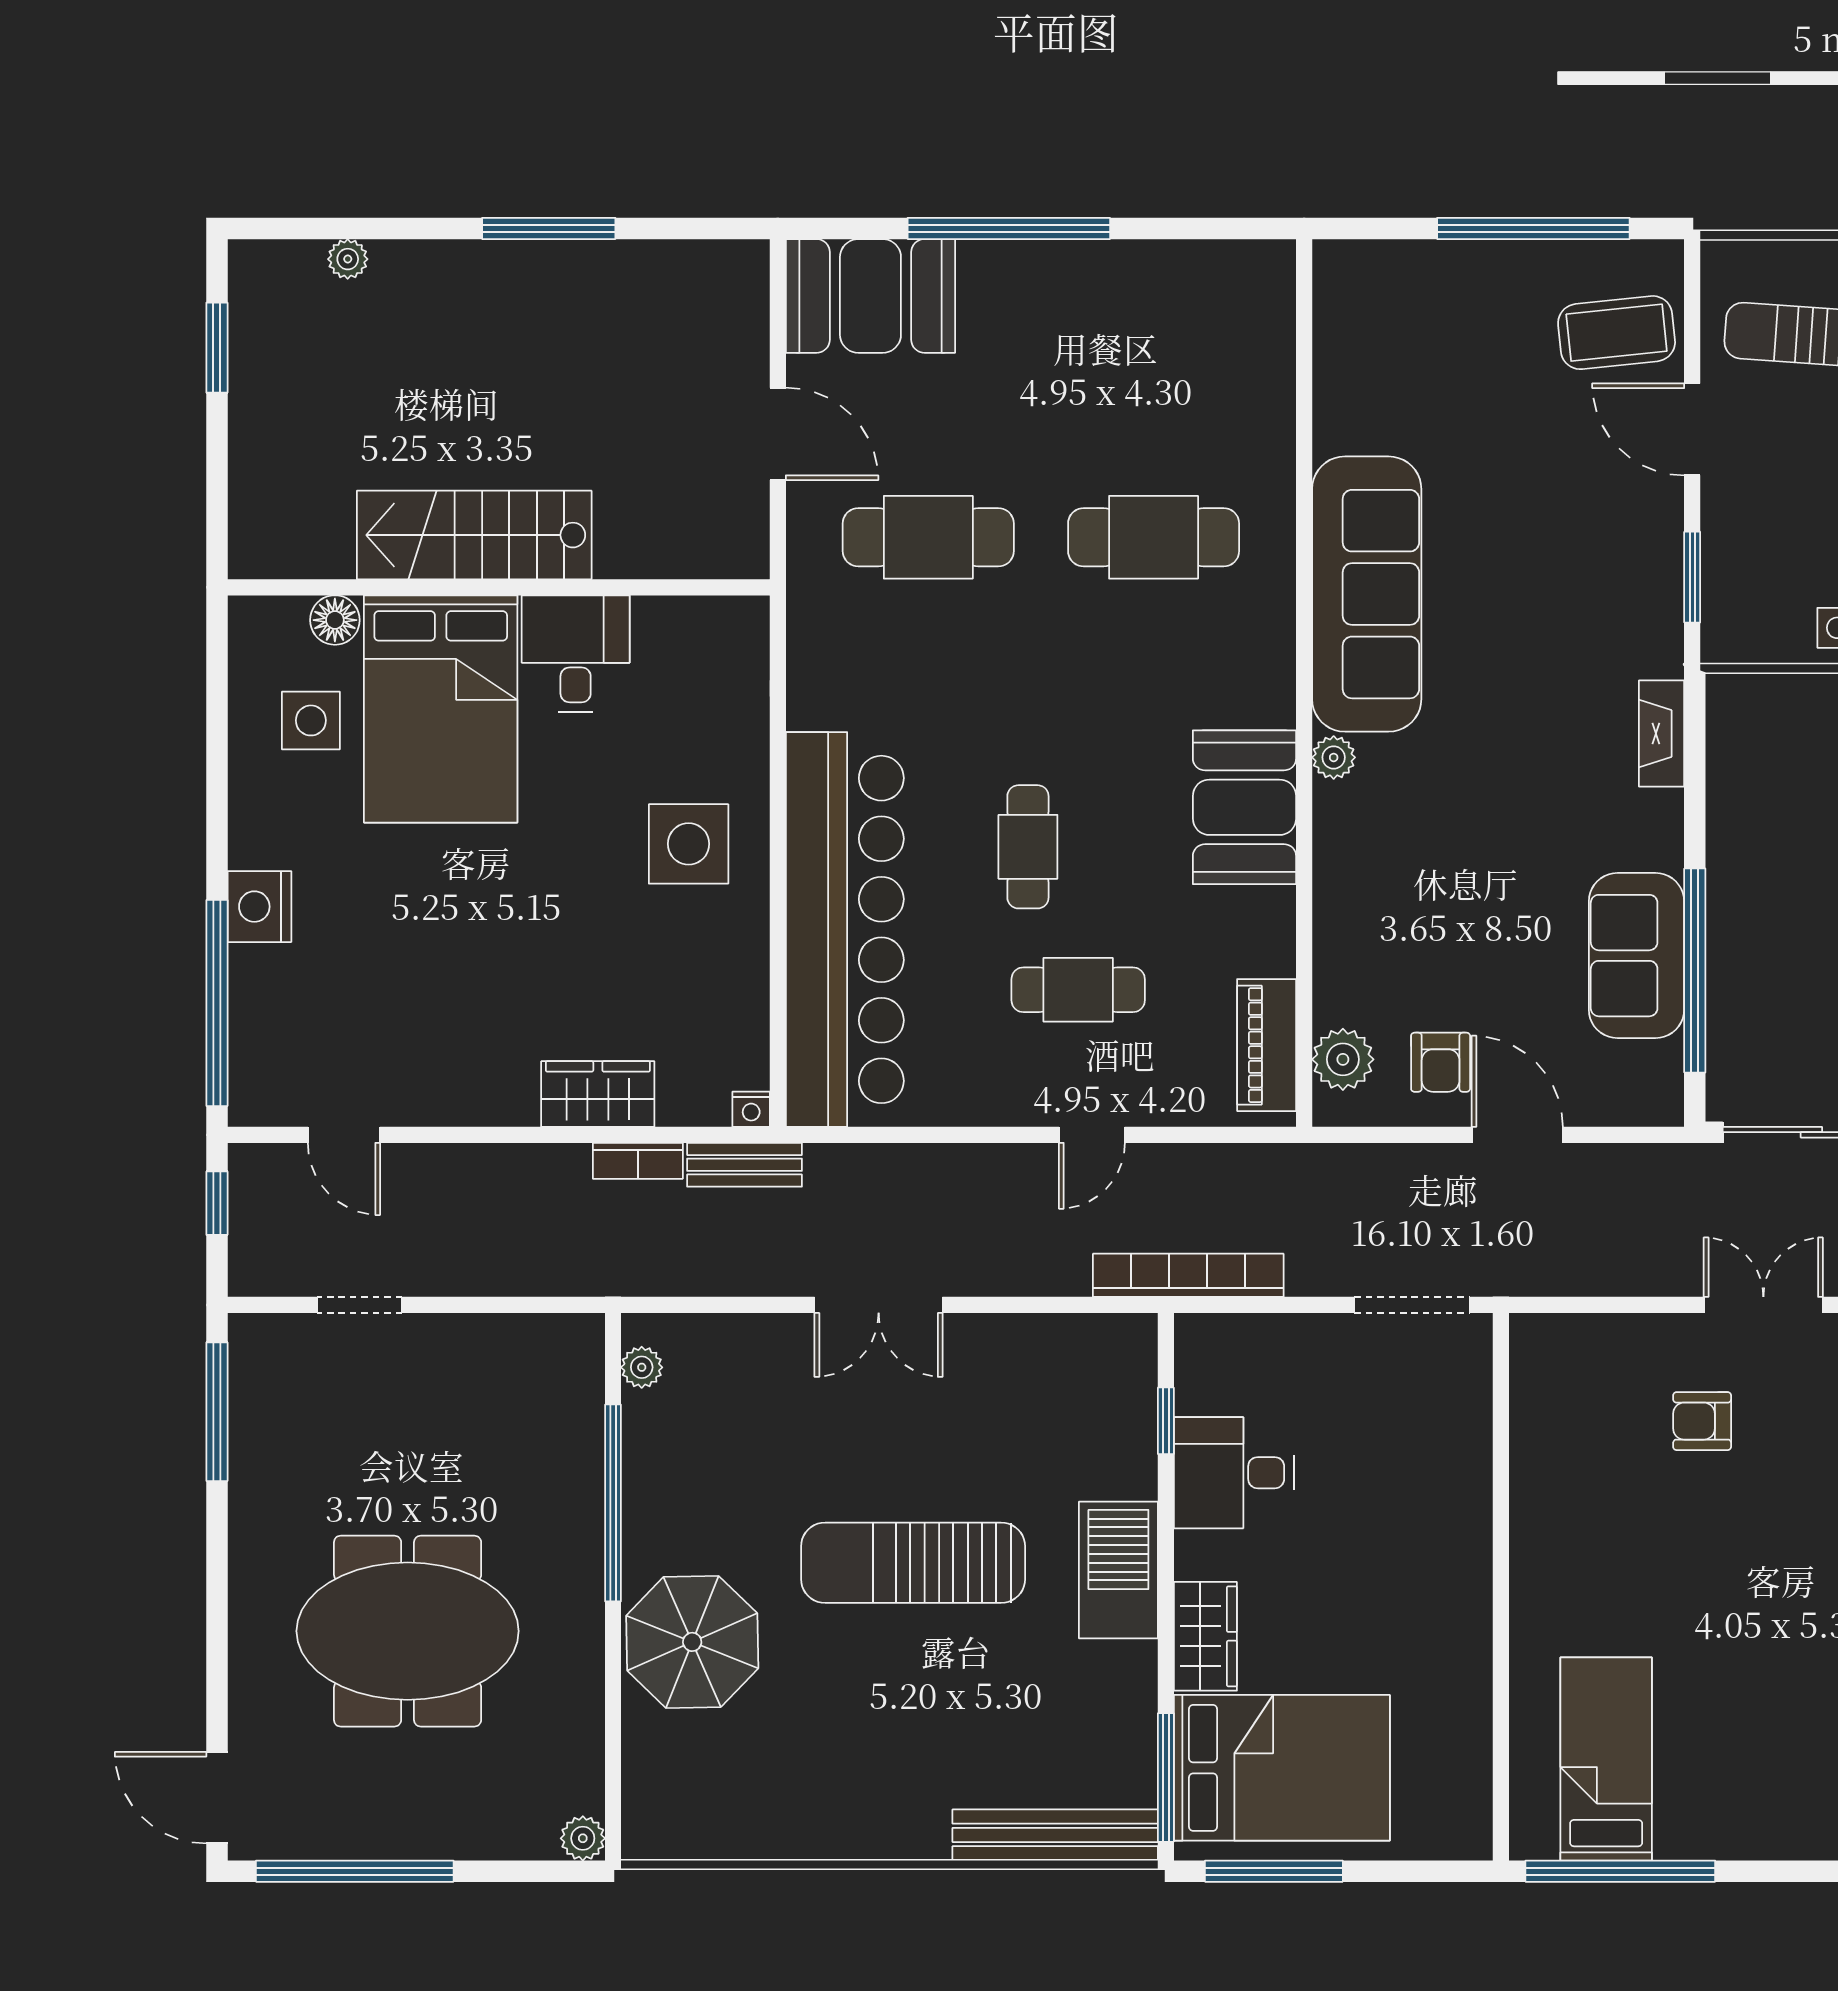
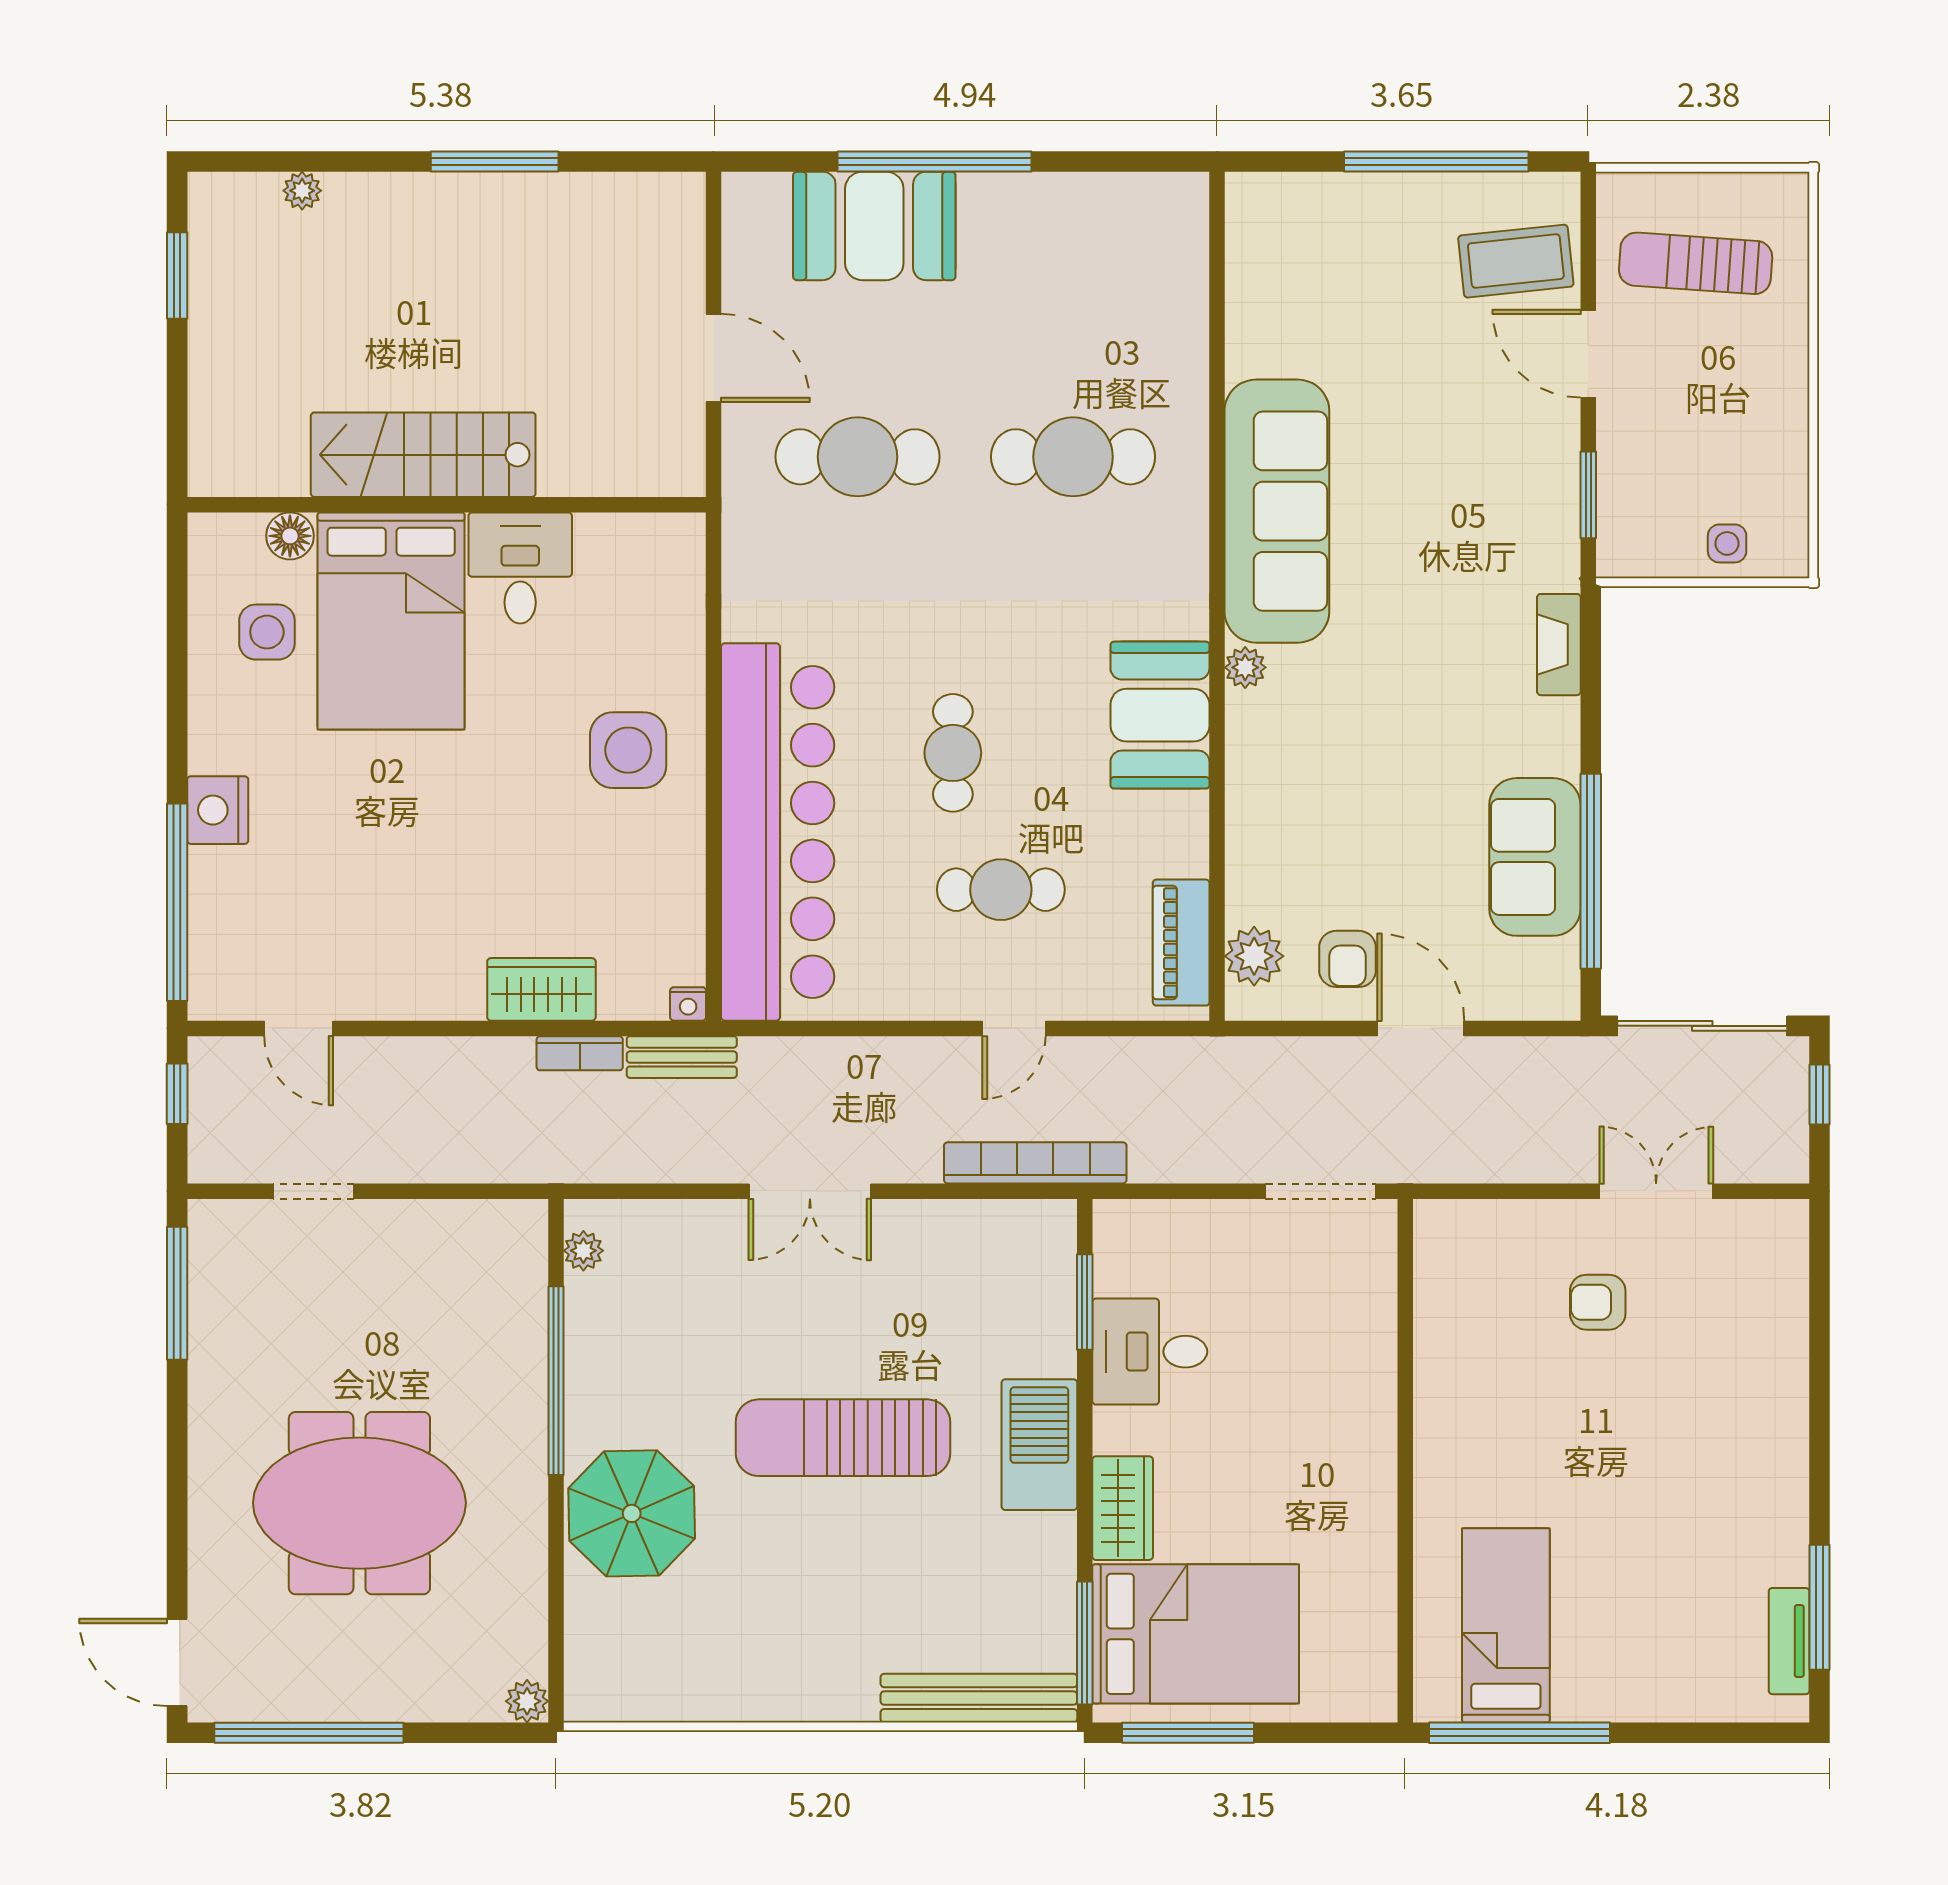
booth: (870, 296) -> (874, 226), moved
bookcase: (1188, 1275) -> (1035, 1163), moved
window: (1166, 1421) -> (1085, 1302), width x1.50

